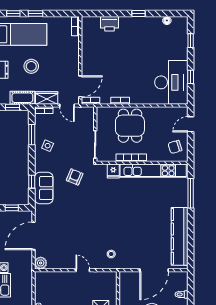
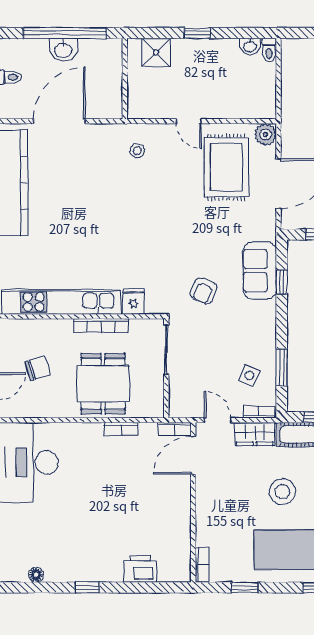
window: (36, 14) -> (245, 587), moved
side table: (48, 146) -> (249, 375), moved
chair: (175, 147) -> (38, 368), moved
rug: (62, 245) -> (226, 167), added

